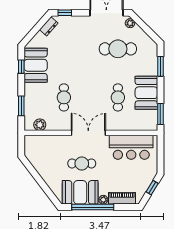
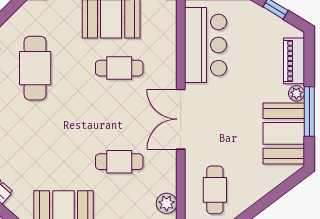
cafe table: (82, 163) -> (215, 190), moved
window: (93, 207) -> (309, 112), width x0.68

